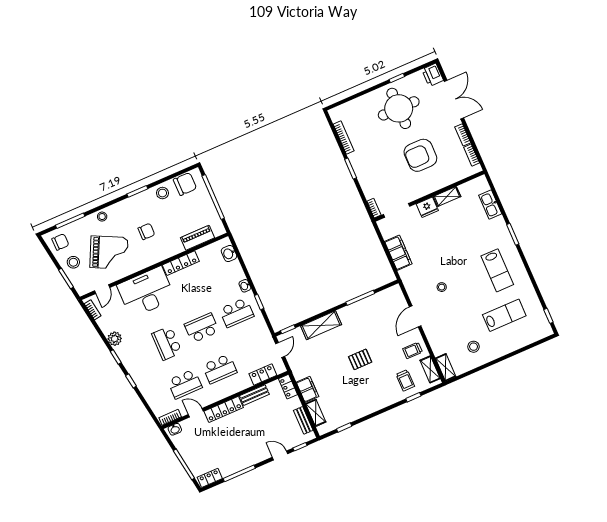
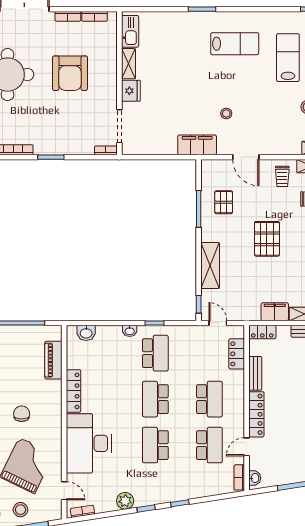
kitchen sink: (490, 204) -> (130, 31), moved, turned -90
filing cabinet: (398, 253) -> (197, 145), moved
pallet: (374, 314) -> (224, 202), added
school desk: (167, 343) -> (155, 445), turned 90
pallet: (360, 359) -> (267, 239), width x1.50, depth x1.42

